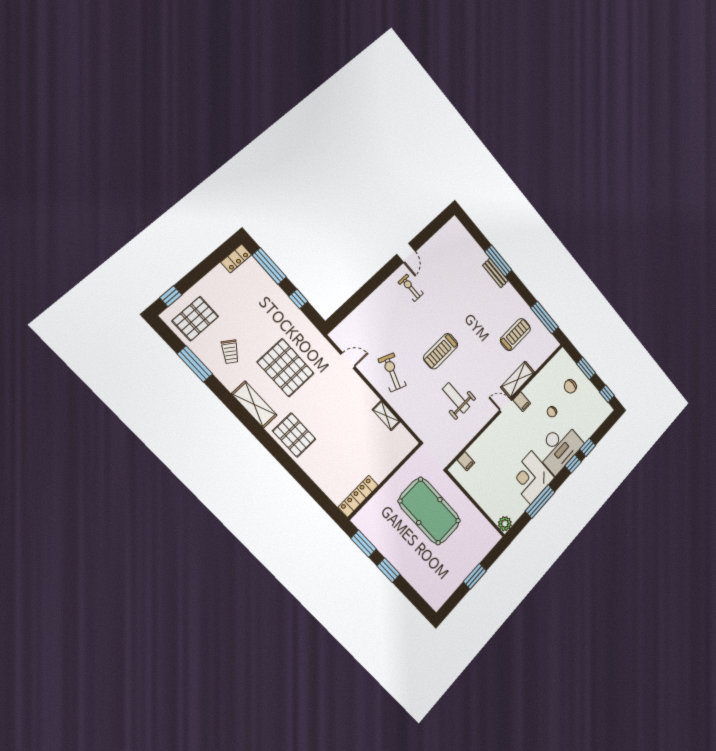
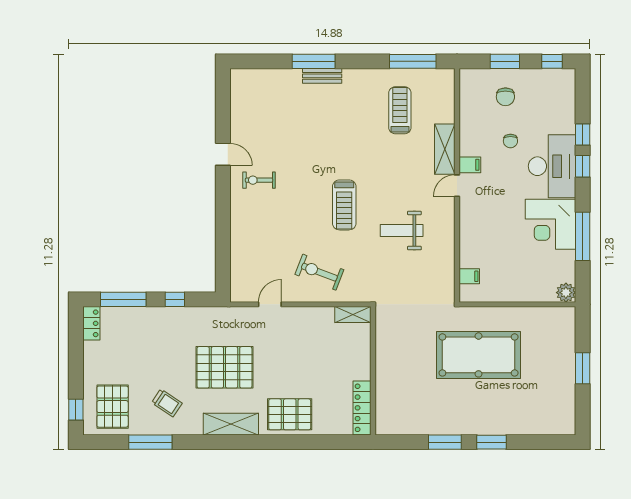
wall: (385, 481) -> (373, 371), moved
locker: (358, 496) -> (362, 408), moved

